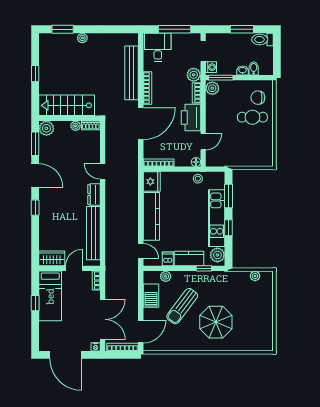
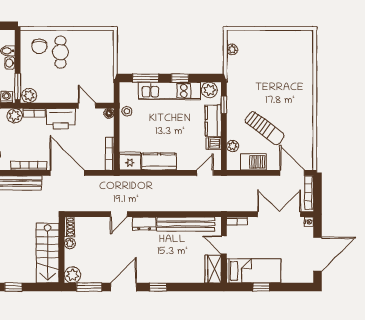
kitchen counter: (151, 216) -> (159, 162), width x0.67
parasol: (216, 322) -> (282, 92), removed

